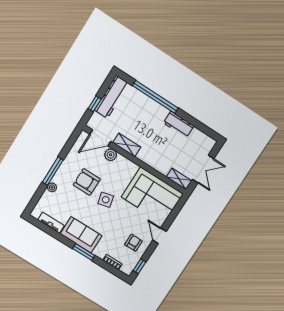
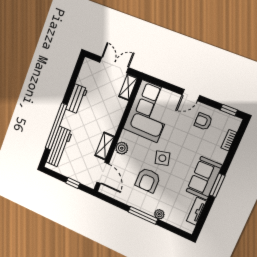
workbench: (112, 97) -> (59, 147), moved, turned 90
plant: (111, 155) -> (122, 148), moved
window: (84, 252) -> (217, 185), moved

